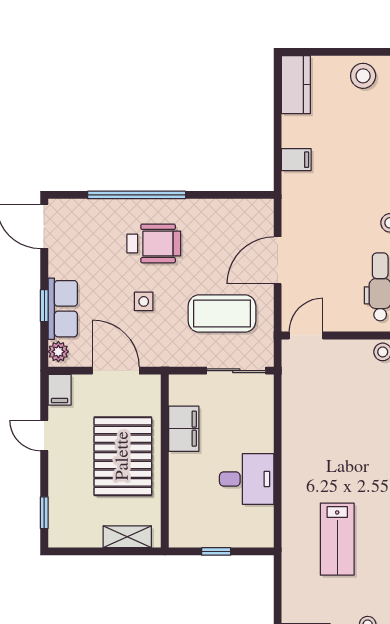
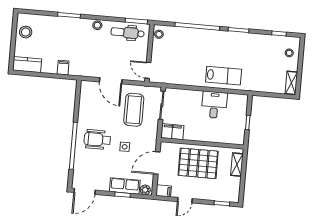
wheelchair: (154, 243) -> (97, 140), turned -90
filing cabinet: (184, 429) -> (172, 132), moved
lab bench: (337, 539) -> (224, 76), moved

